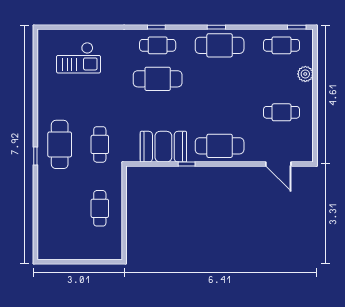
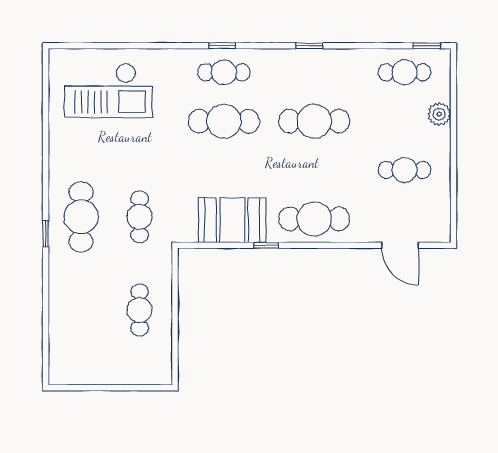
cafe table: (220, 45) -> (314, 121), moved
checkout: (78, 58) -> (108, 90), width x1.36, depth x1.21

